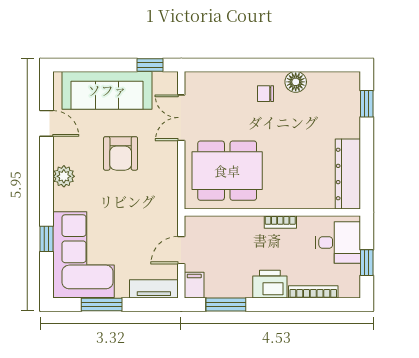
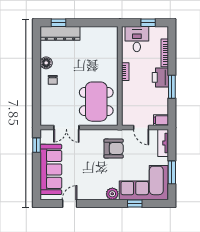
armchair: (121, 153) -> (114, 149), moved
dresser: (348, 174) -> (60, 33), moved
plant: (64, 176) -> (112, 194), moved
window: (226, 305) -> (172, 87), moved

